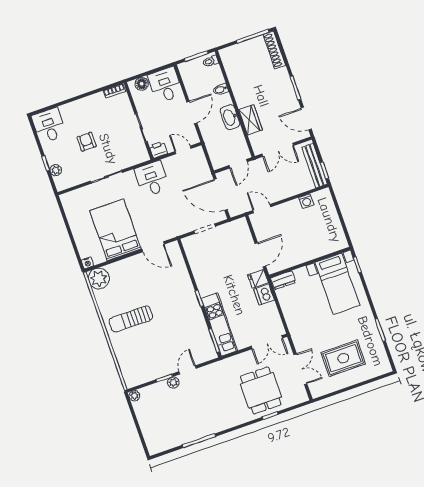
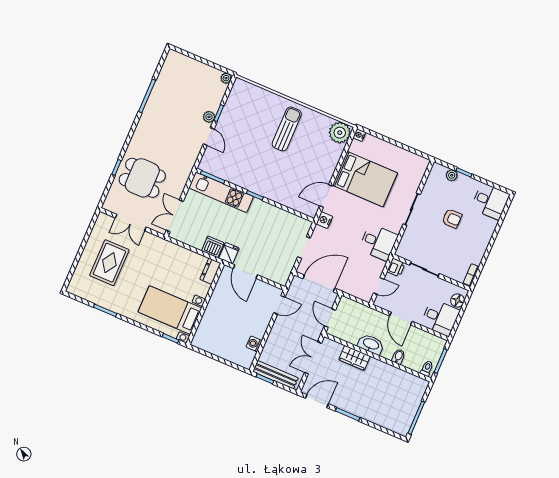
shoe rack: (274, 50) -> (391, 425), removed
nightstand: (171, 232) -> (324, 220), added

